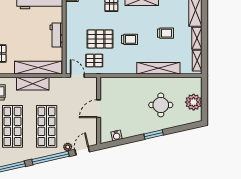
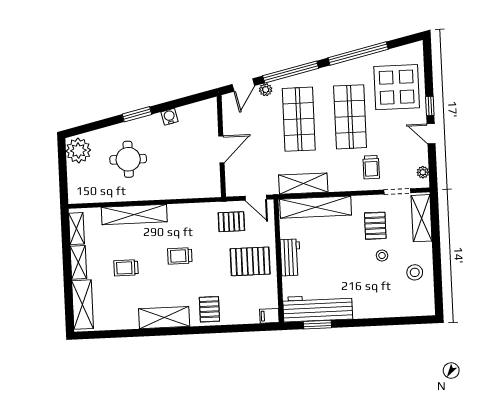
pallet: (100, 39) -> (250, 261), moved
shelving: (33, 84) -> (303, 184), moved
plant: (194, 102) -> (78, 151), moved
water cooler: (116, 135) -> (169, 117), moved

